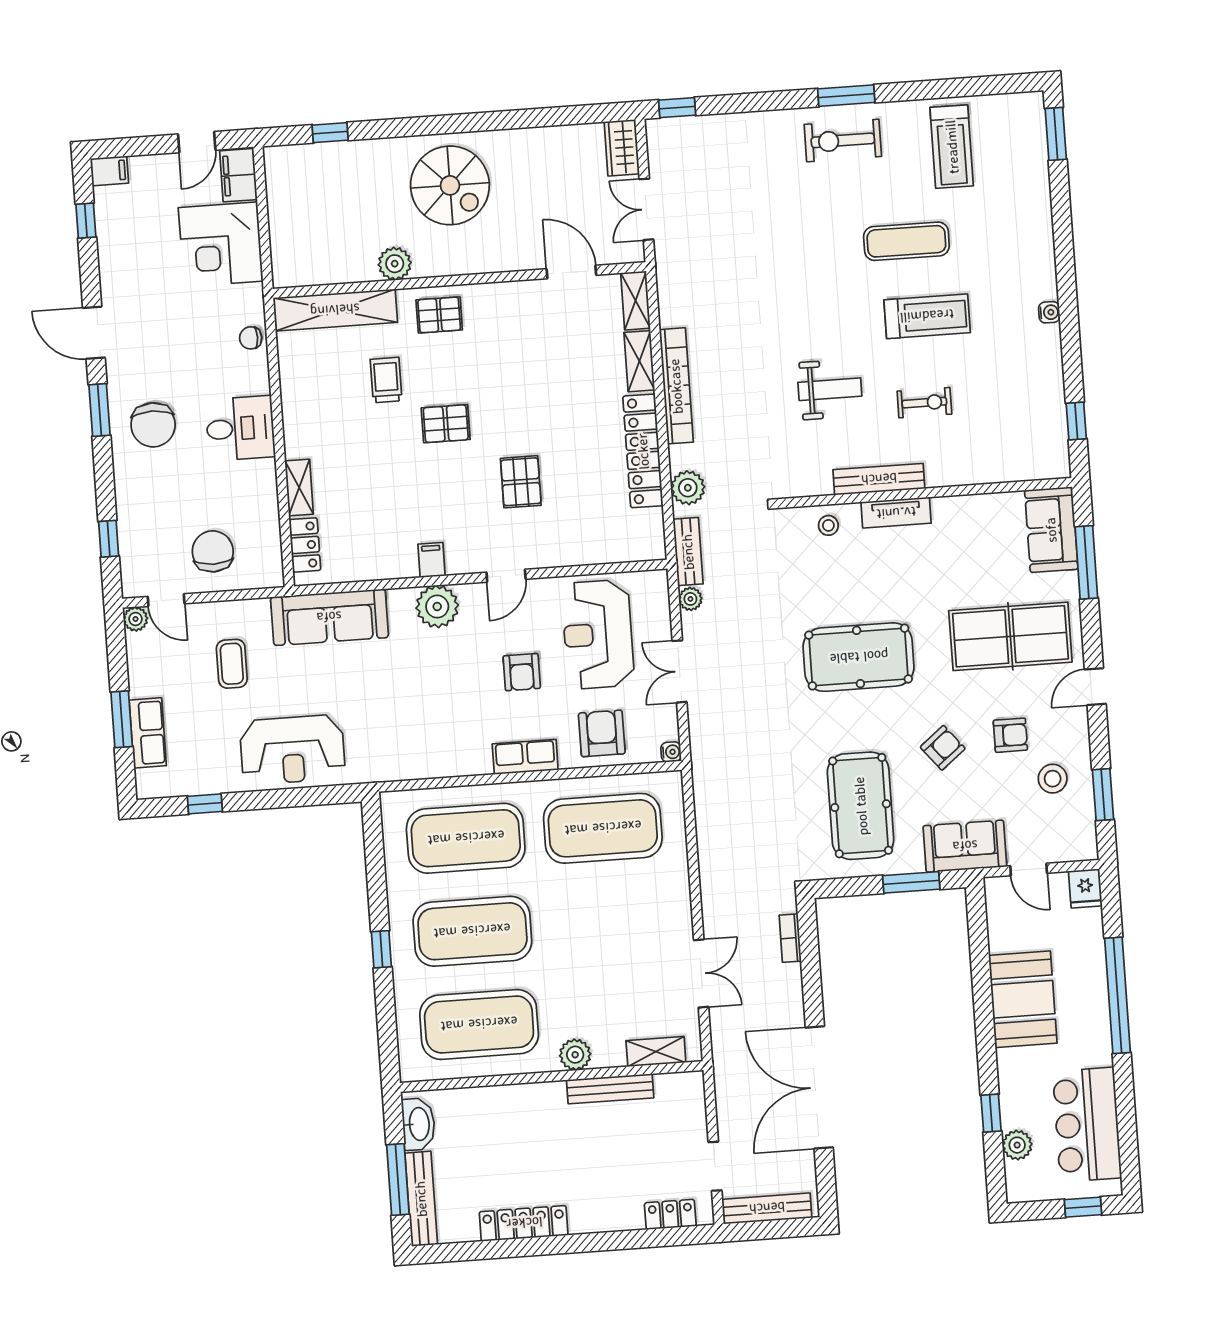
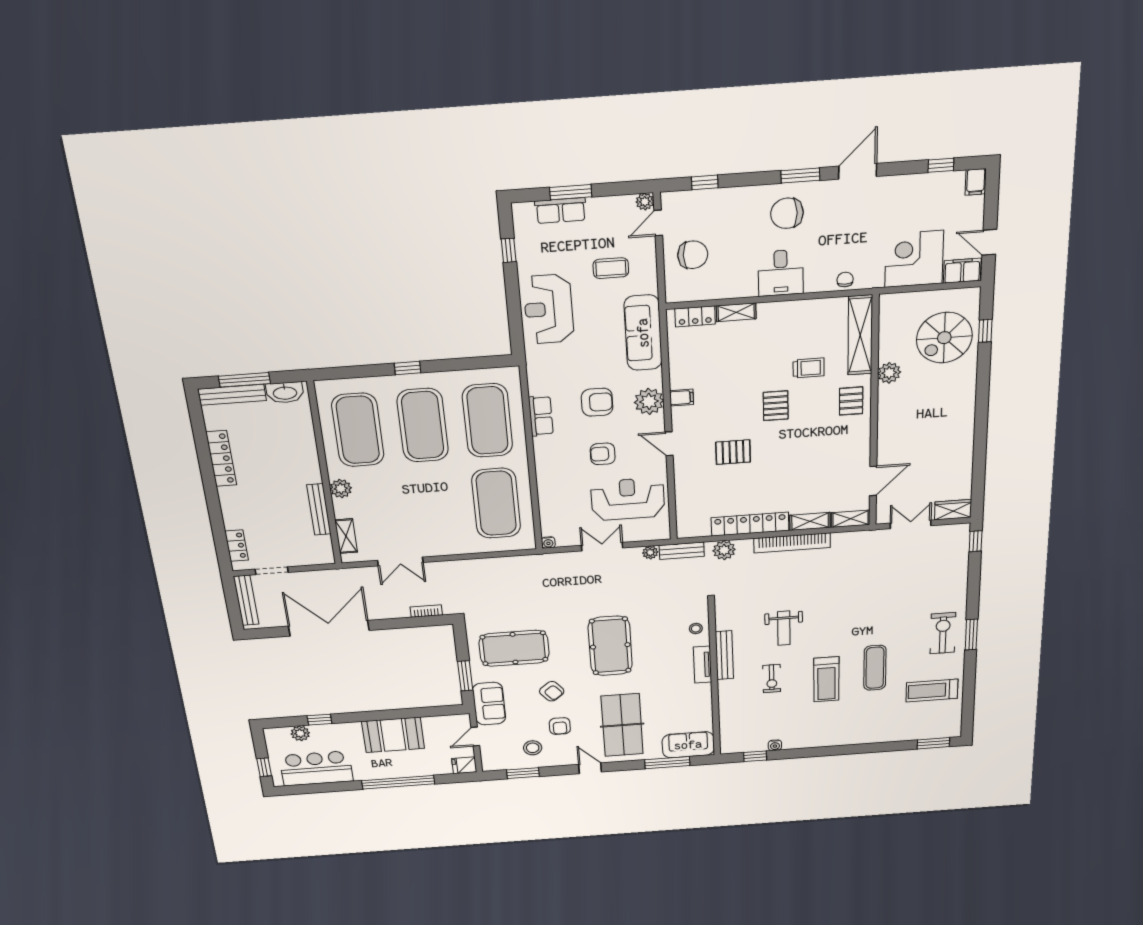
spiral stairs: (450, 185) -> (944, 338), moved
water cooler: (1049, 312) -> (775, 745), moved
armchair: (602, 733) -> (597, 402), moved
row of seats: (525, 757) -> (541, 416), moved

